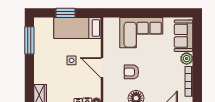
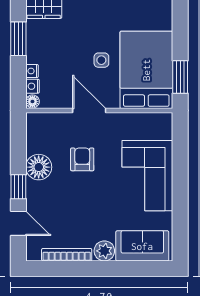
window: (65, 13) -> (180, 77), moved
bed: (77, 28) -> (146, 70), width x1.50
door: (102, 68) -> (89, 111), hinge flipped

